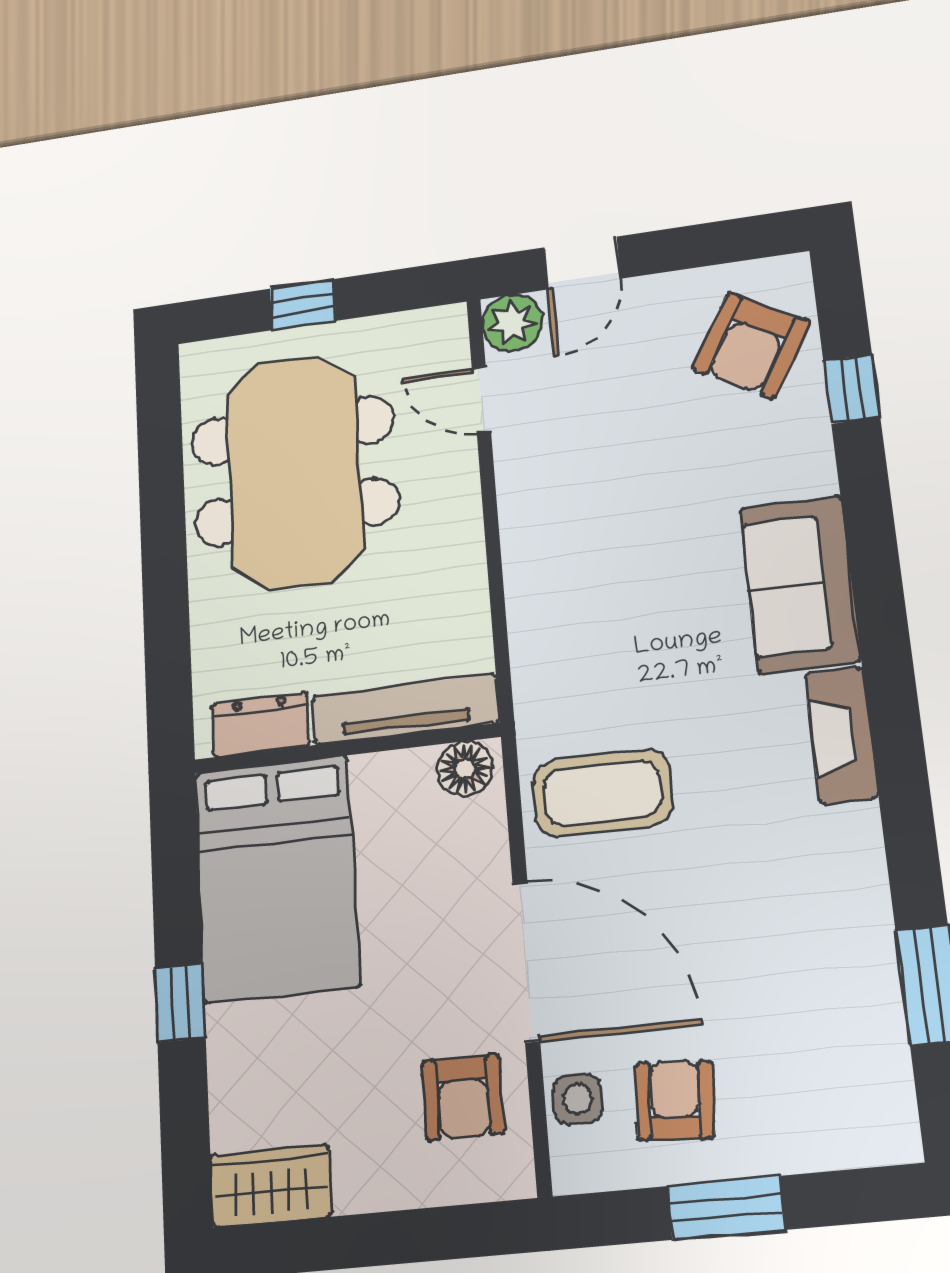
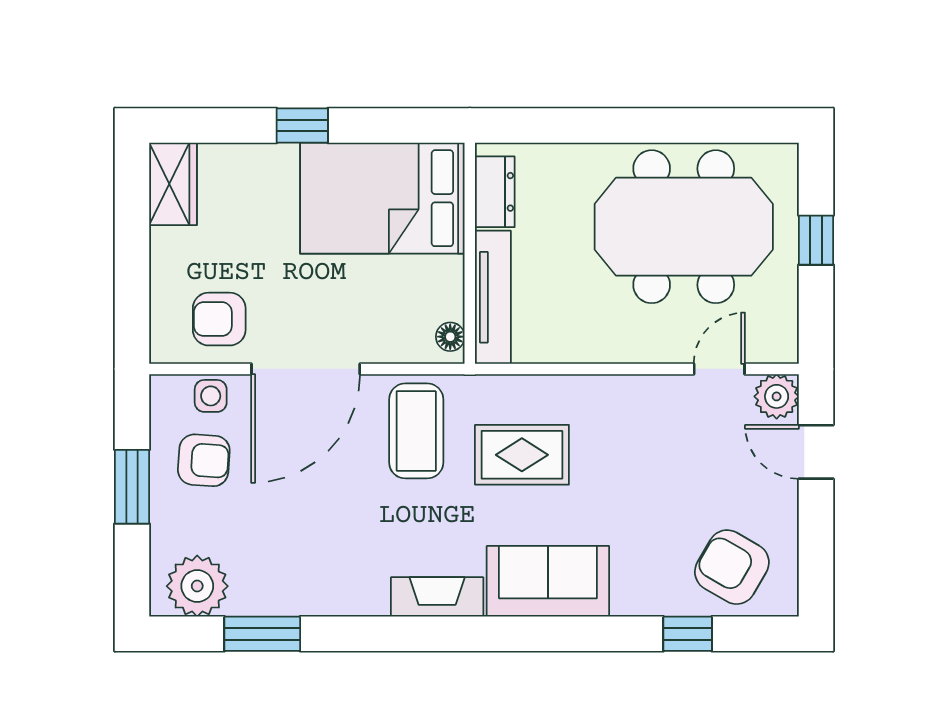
rug: (623, 643) -> (522, 455), added
floor lamp: (465, 769) -> (450, 337), width x0.73, depth x0.73
plant: (868, 1092) -> (197, 586), added

